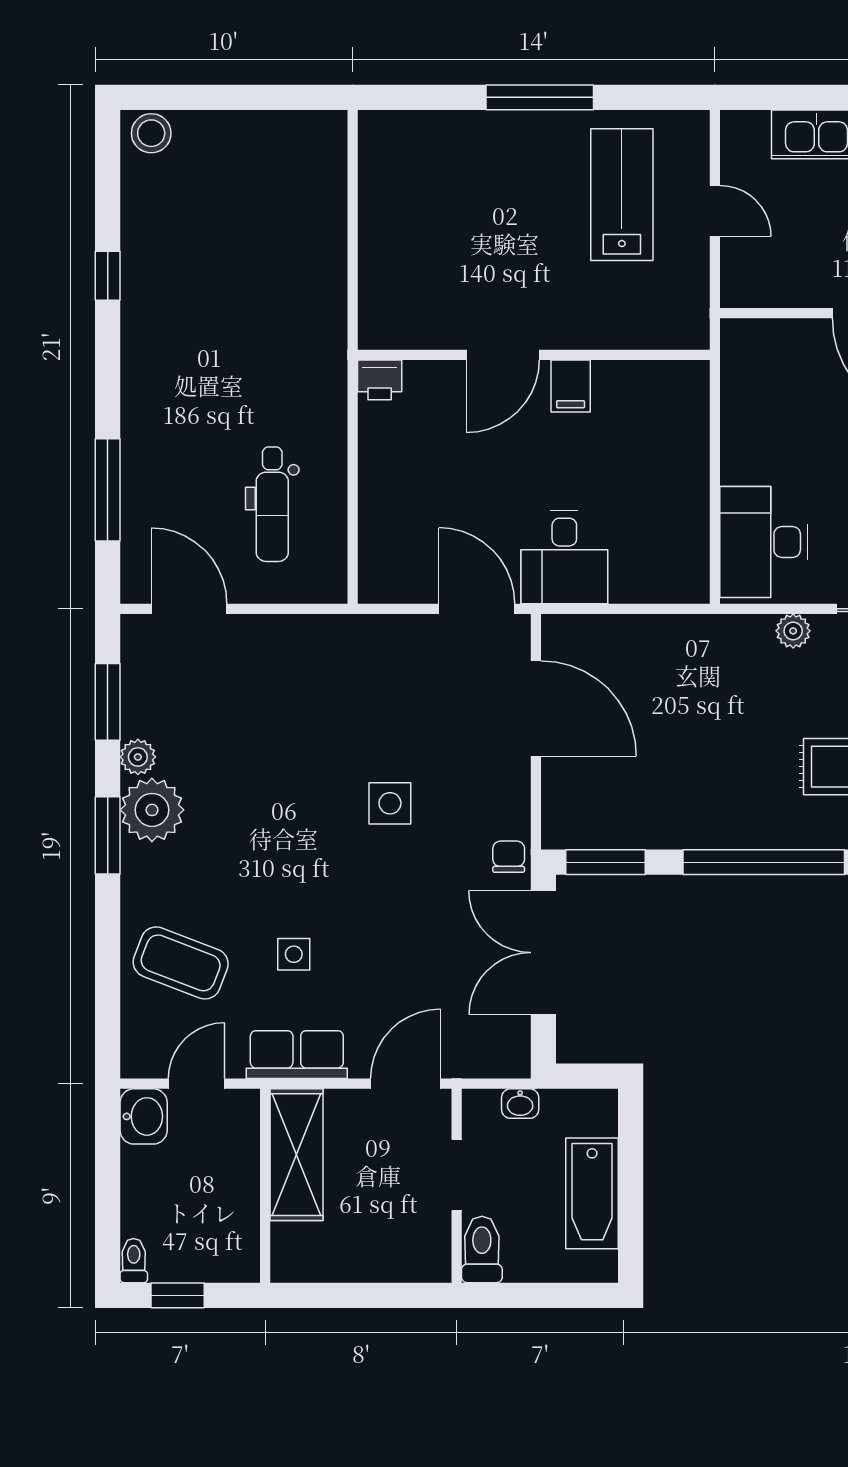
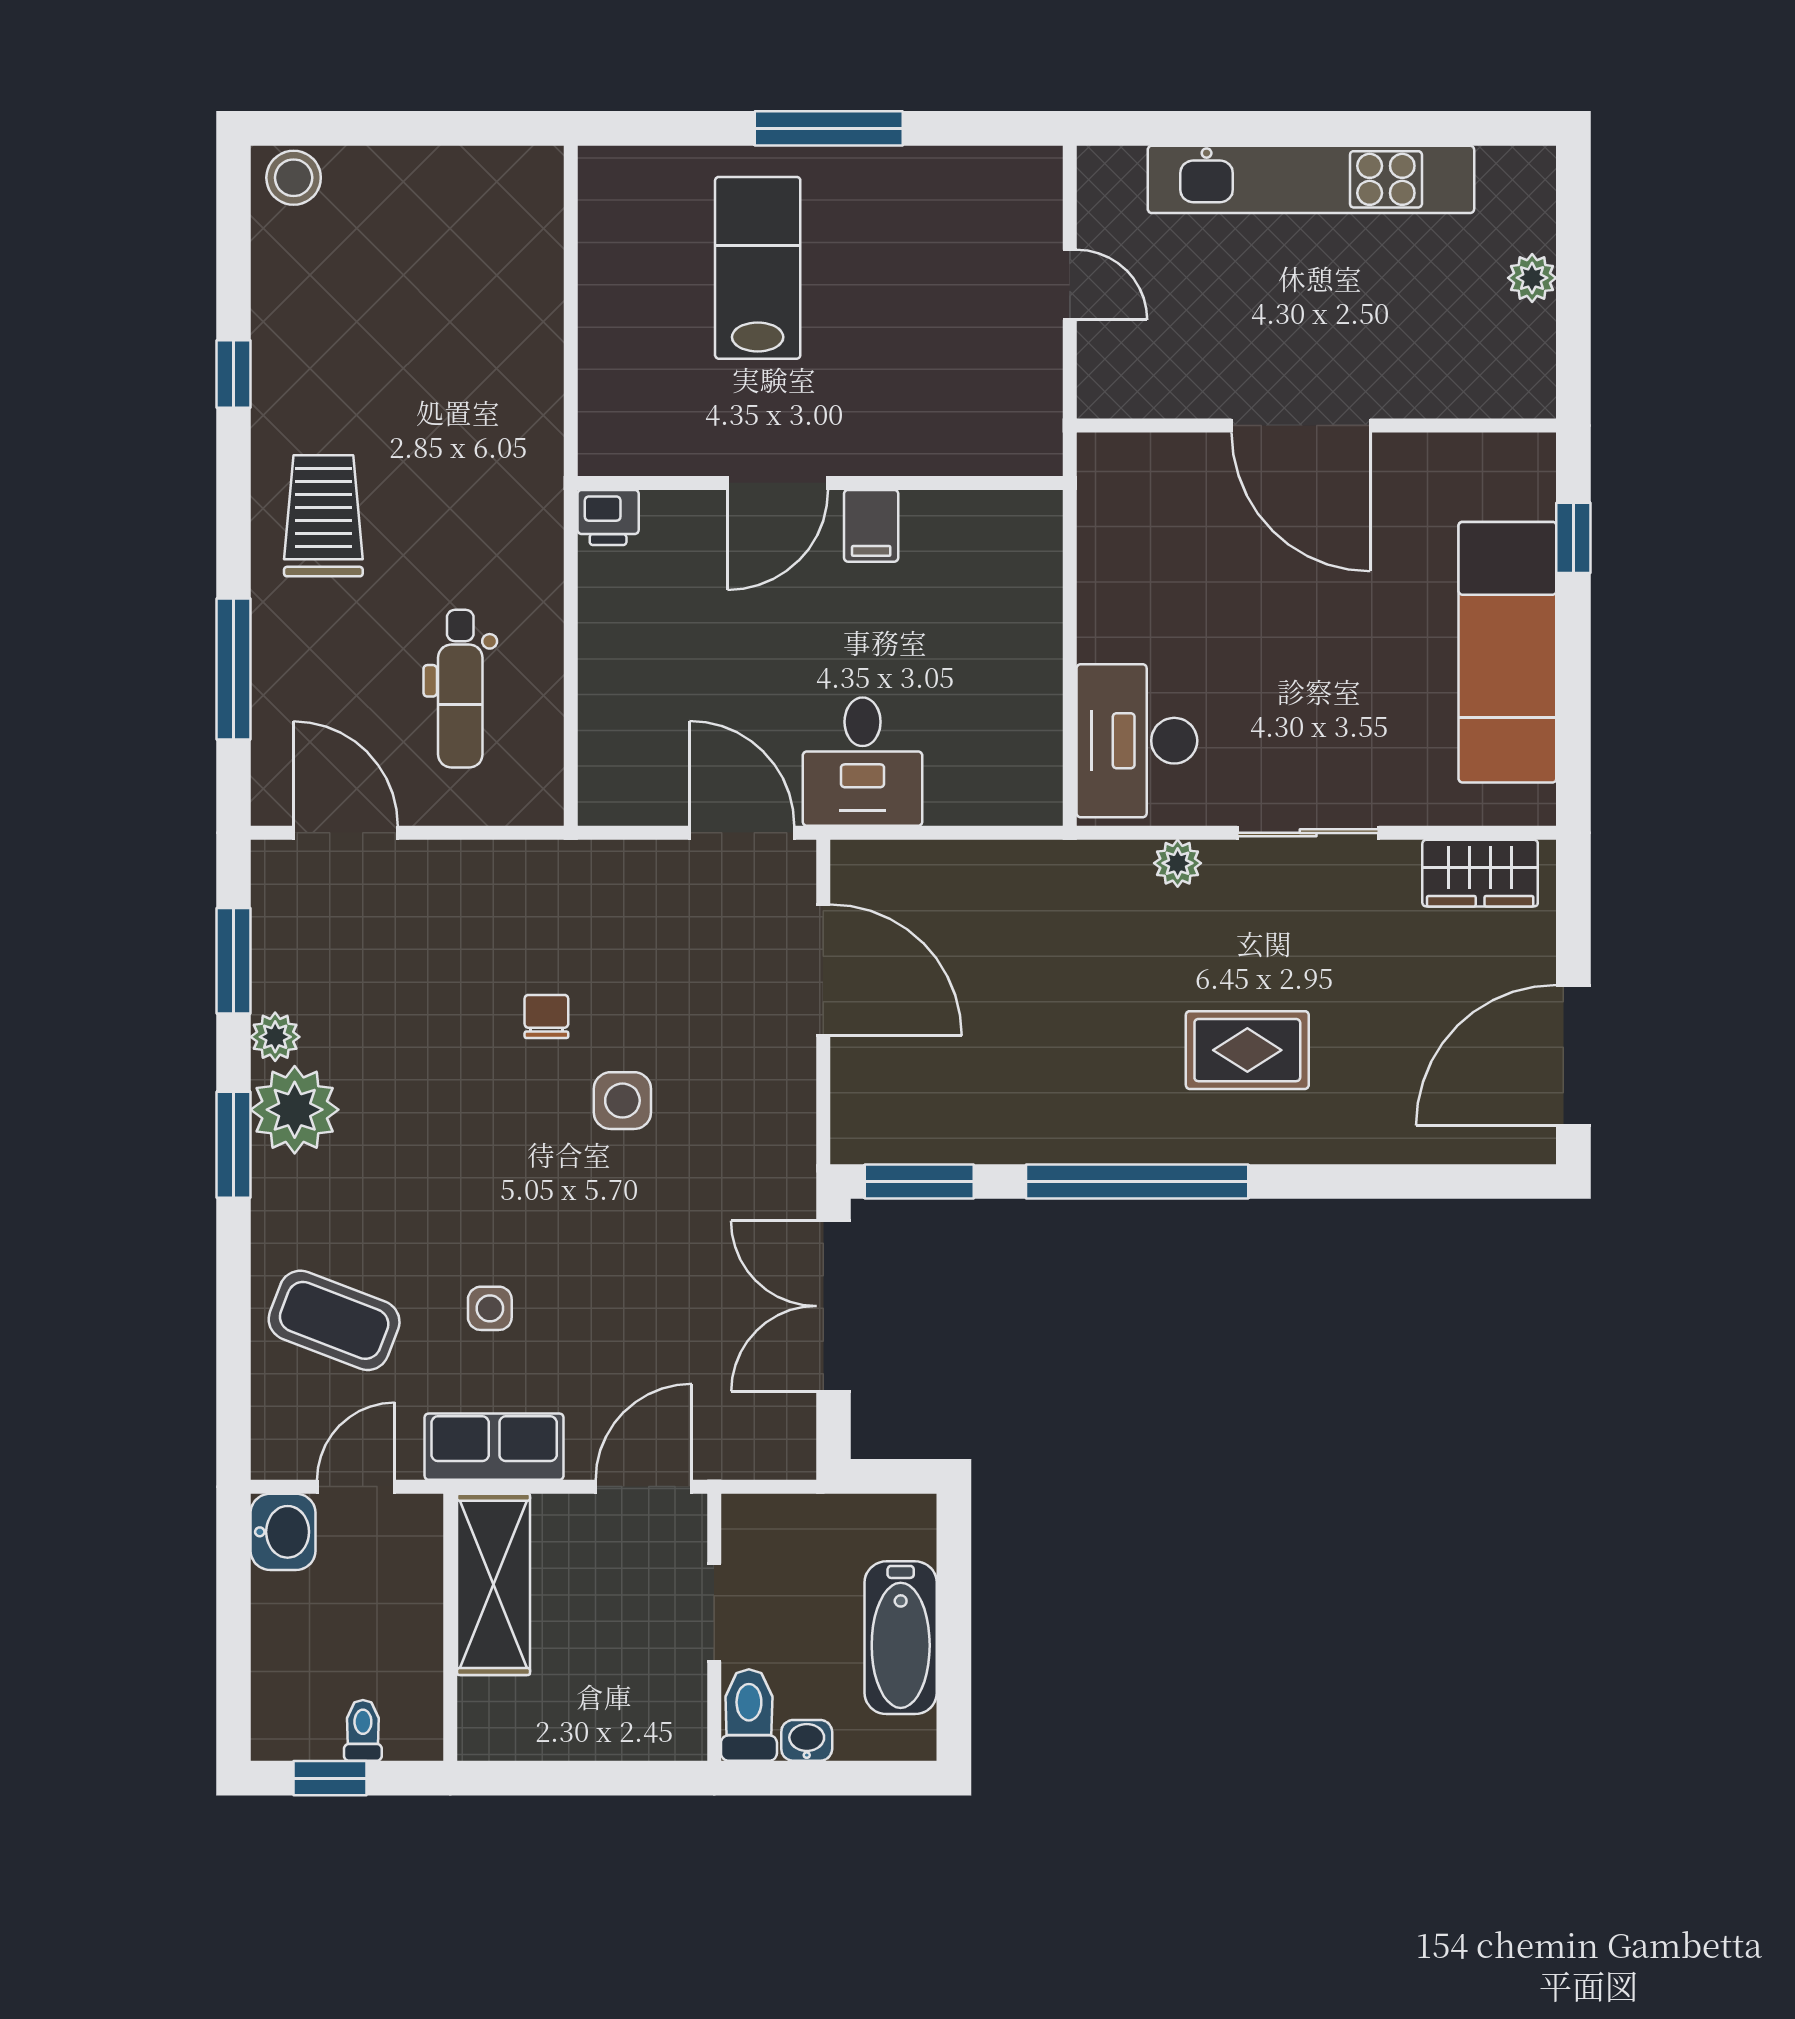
lab bench: (622, 195) -> (758, 268), moved
trolley: (173, 379) -> (323, 516), added
chair: (509, 857) -> (546, 1017), moved
washbasin: (520, 1104) -> (807, 1740), moved, turned 180
toilet: (134, 1261) -> (363, 1730), moved

